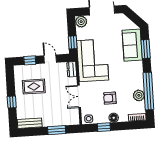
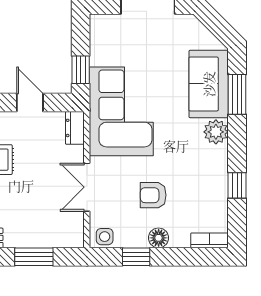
plant: (81, 22) -> (102, 26), removed
window: (148, 91) -> (237, 185), width x0.32
plant: (139, 95) -> (216, 132), moved

